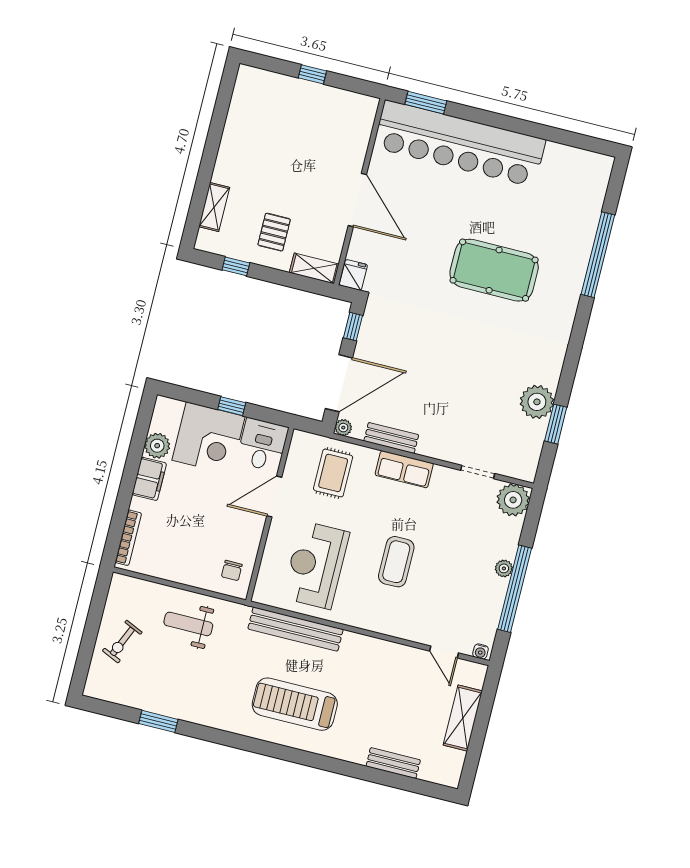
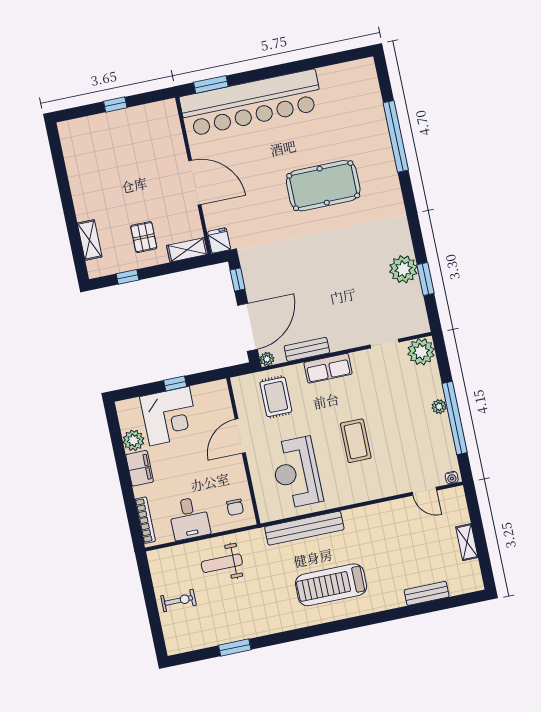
desk: (262, 445) -> (189, 518), moved, turned 180
exercise bike: (122, 642) -> (179, 600), turned -114
shelving: (463, 718) -> (467, 542), width x0.67, depth x0.75

